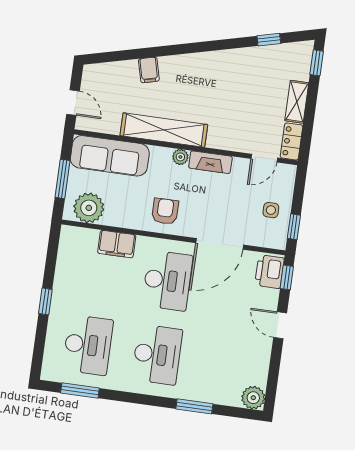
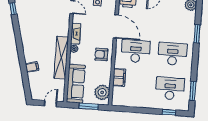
window: (45, 301) -> (169, 112), moved

